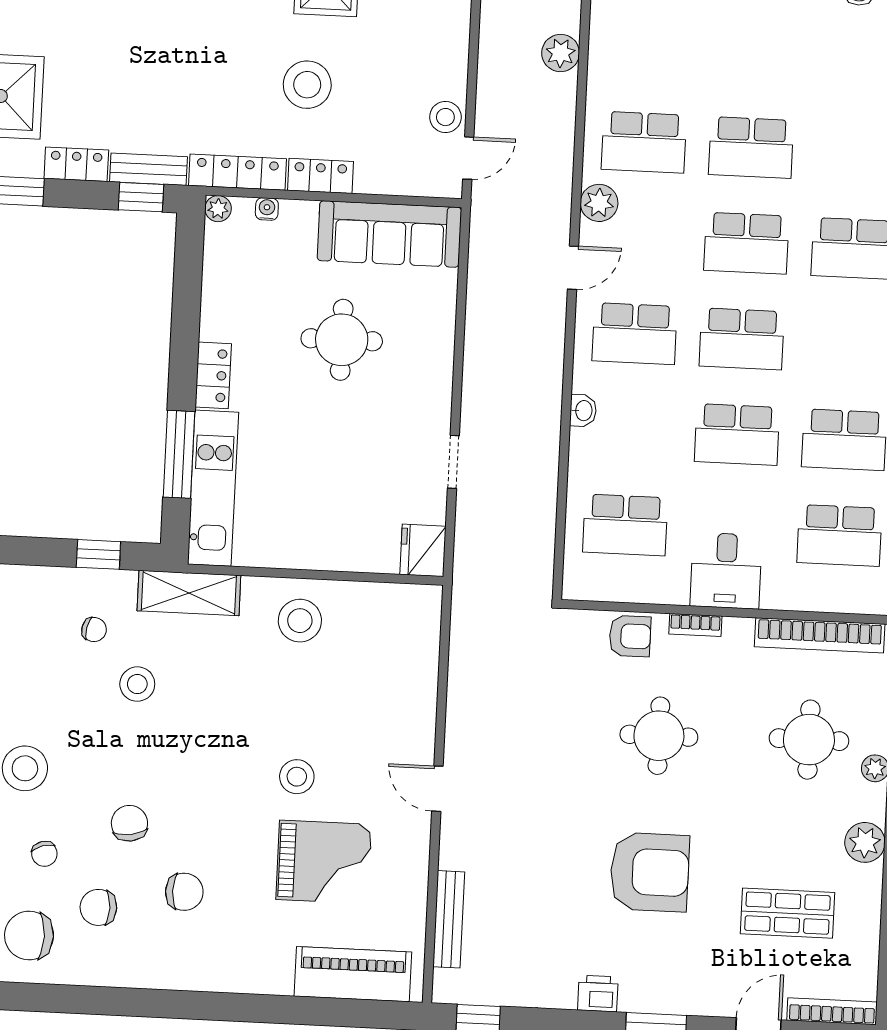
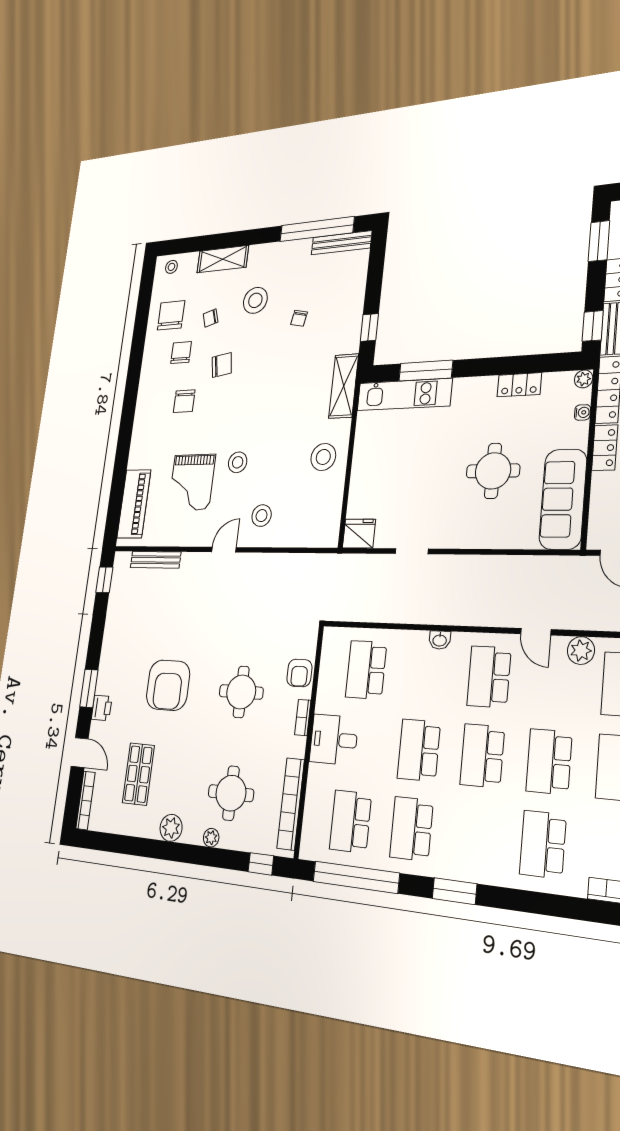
locker: (213, 375) -> (519, 385), moved
chair: (94, 630) -> (299, 318), moved
stool: (137, 684) -> (262, 516), moved
printer: (598, 994) -> (102, 708), moved

